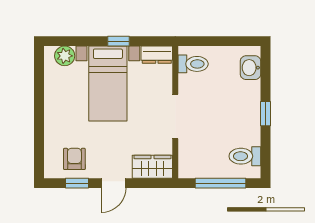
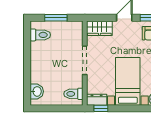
window: (119, 41) -> (101, 108), moved
window: (266, 114) -> (27, 62), removed
window: (221, 183) -> (56, 18), width x0.69

